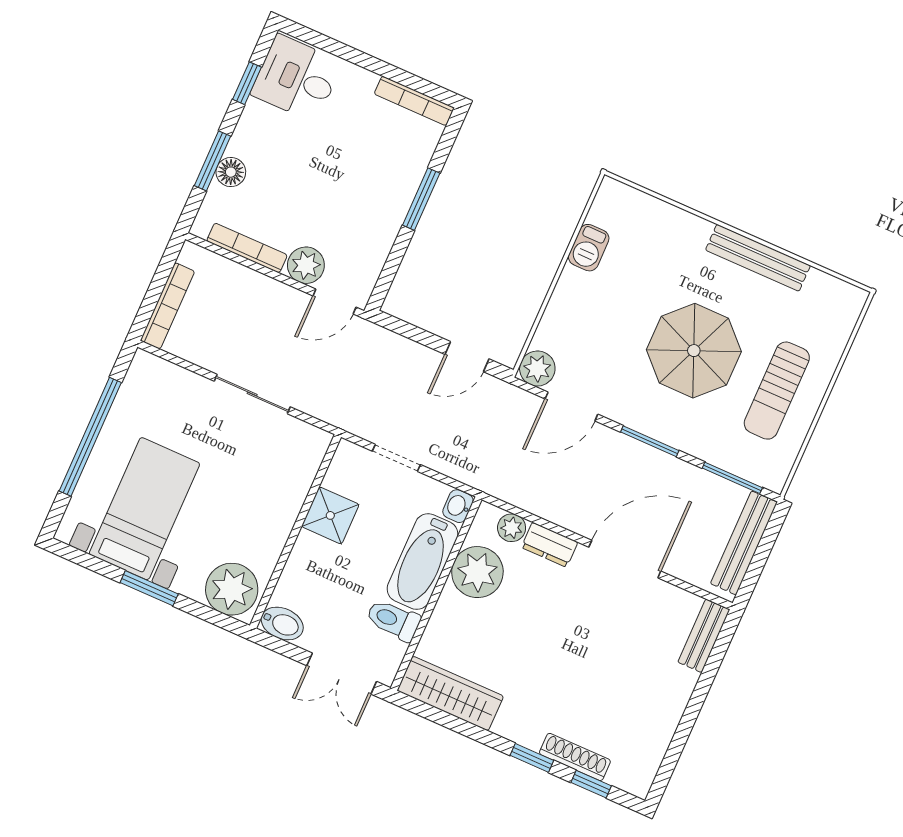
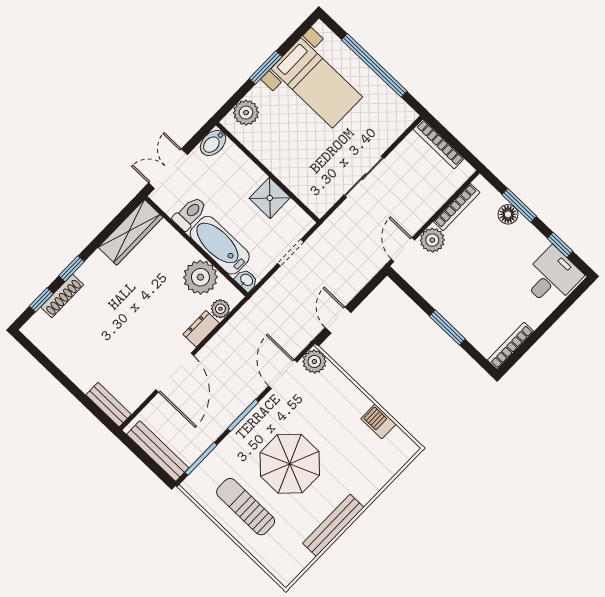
plant: (232, 589) -> (246, 113), width x0.73, depth x0.73

